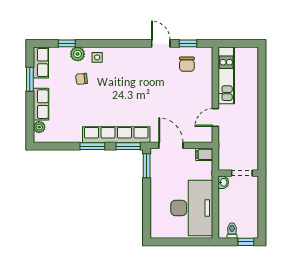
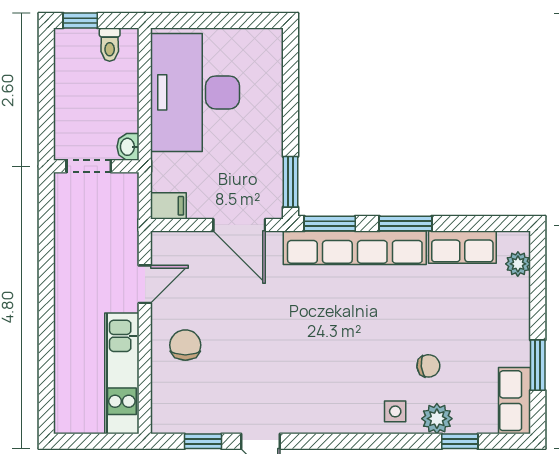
chair: (187, 64) -> (185, 345), moved
row of seats: (41, 104) -> (462, 247), moved, turned -90

